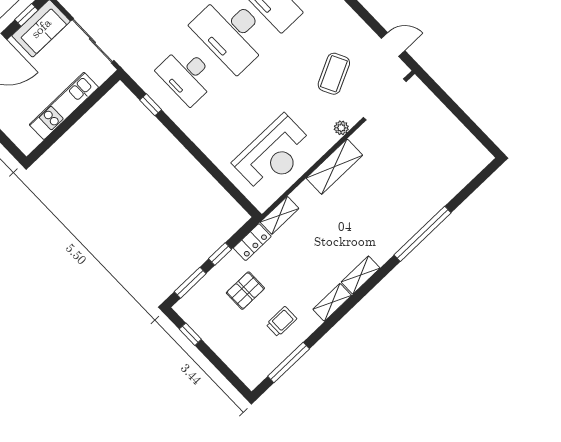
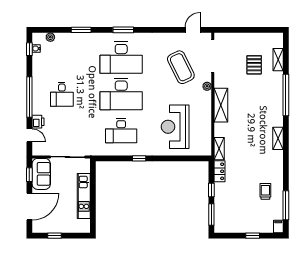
coffee table: (334, 74) -> (181, 67), width x1.36, depth x1.32
window: (151, 105) -> (139, 158), moved
reception desk: (273, 154) -> (175, 127), moved, turned 180
pallet: (245, 291) -> (254, 65), moved
shelving: (332, 302) -> (278, 60), moved
window: (190, 334) -> (253, 236), moved
filing cabinet: (254, 378) -> (278, 227), added

